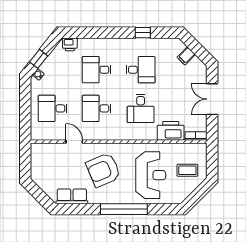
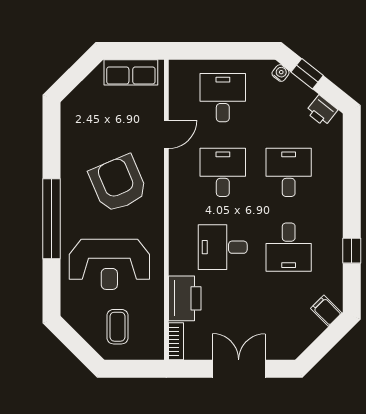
printer: (70, 44) -> (322, 111), moved, turned -51
filing cabinet: (186, 56) -> (326, 311), moved
row of seats: (72, 196) -> (131, 72), moved, turned 90

